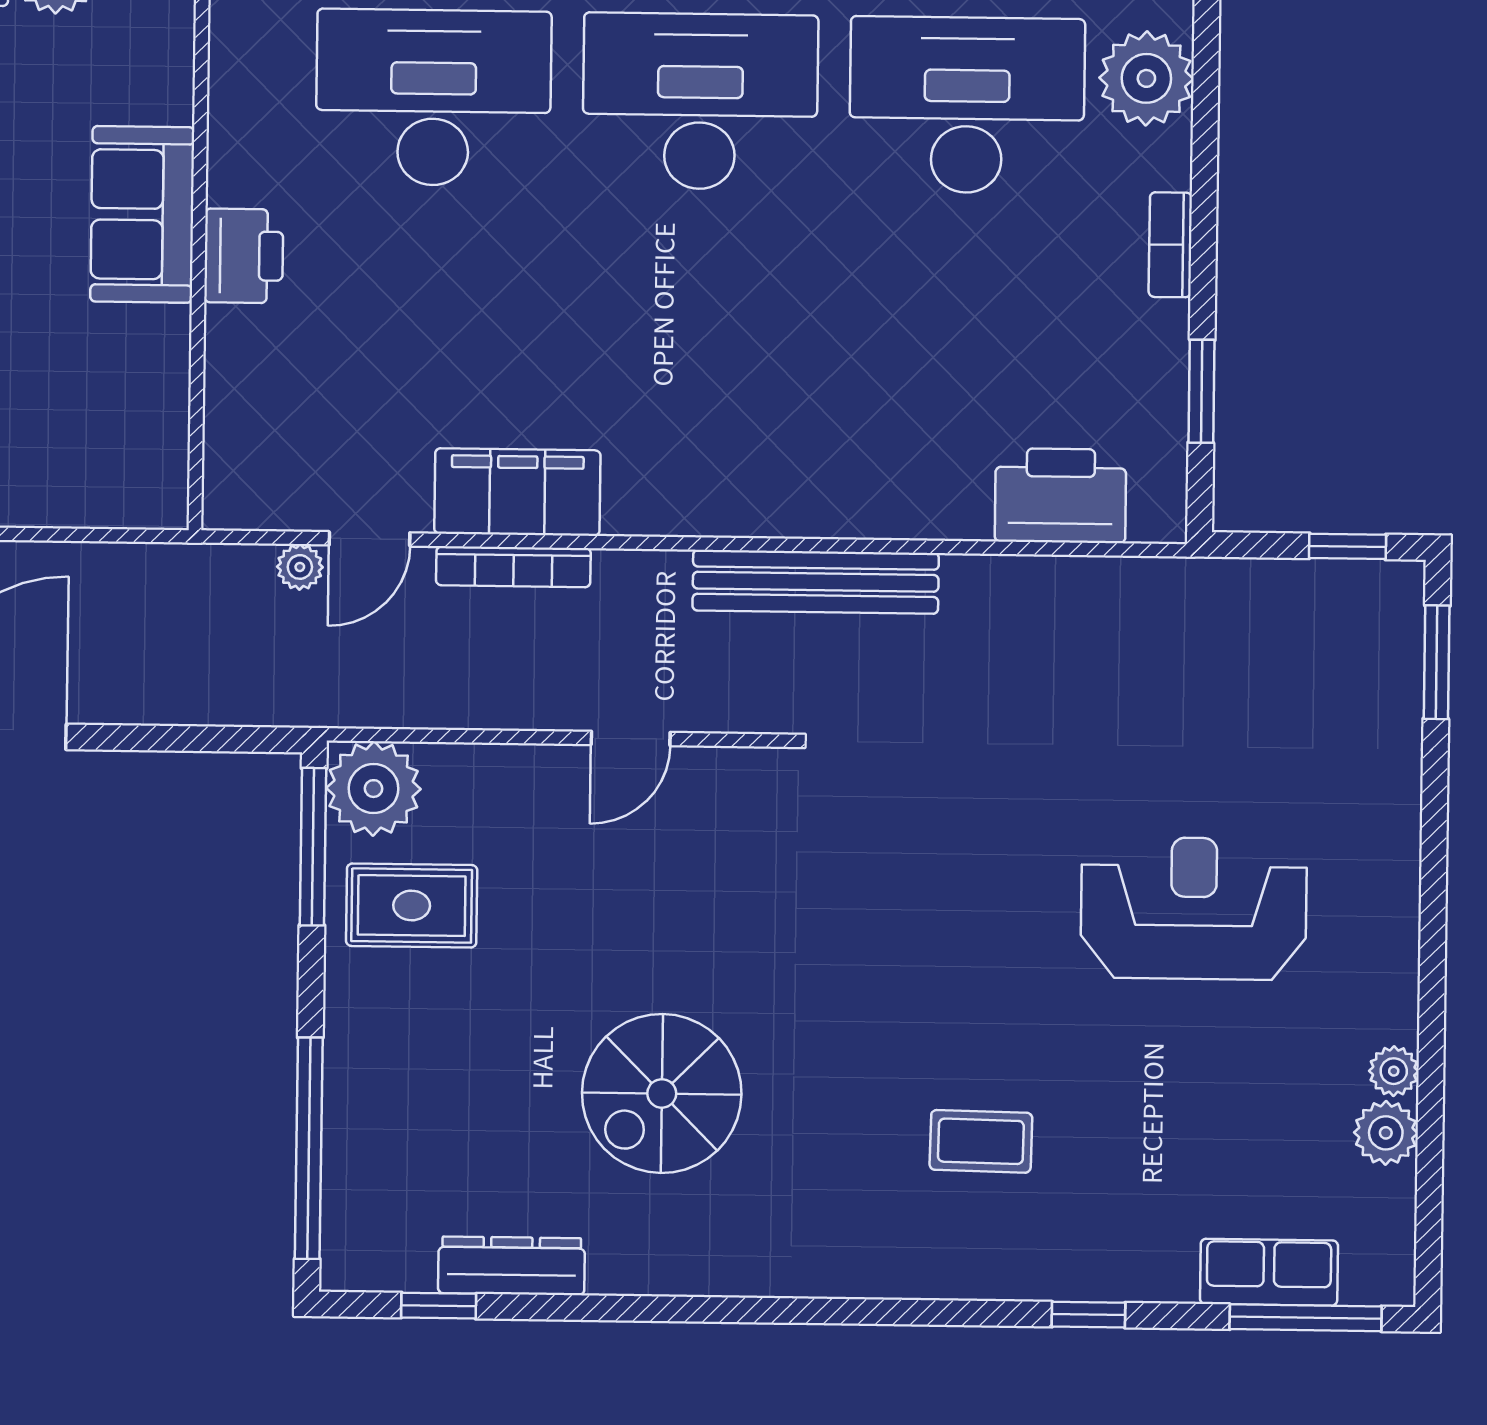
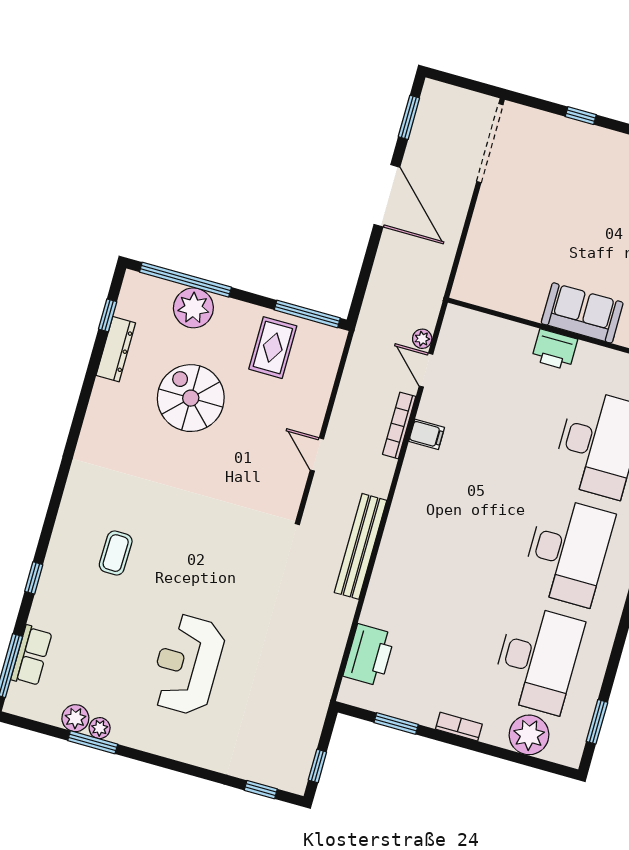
filing cabinet: (517, 492) -> (427, 434), width x0.33, depth x0.86
window: (1437, 662) -> (261, 790), width x0.67
plant: (374, 789) -> (193, 308), moved
reception desk: (1194, 908) -> (187, 664), turned 180
window: (1431, 1078) -> (93, 742), added
spiral stairs: (662, 1093) -> (191, 398), moved

